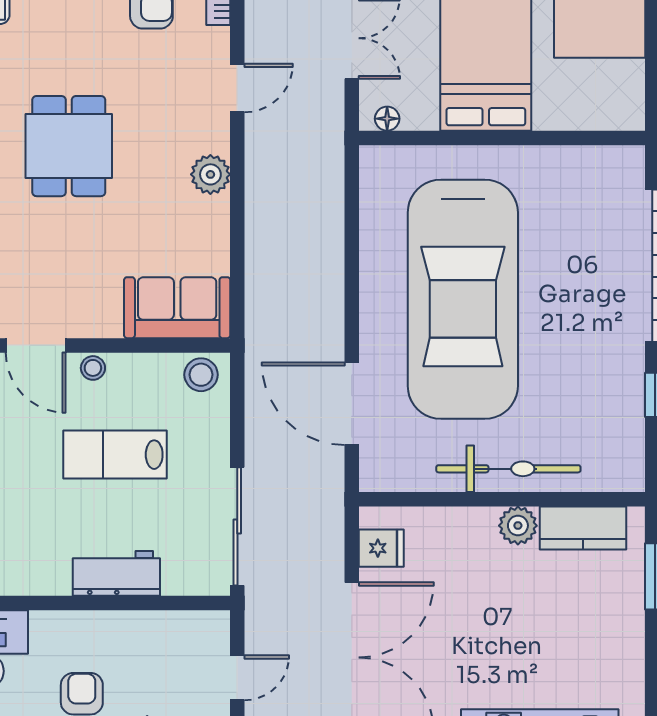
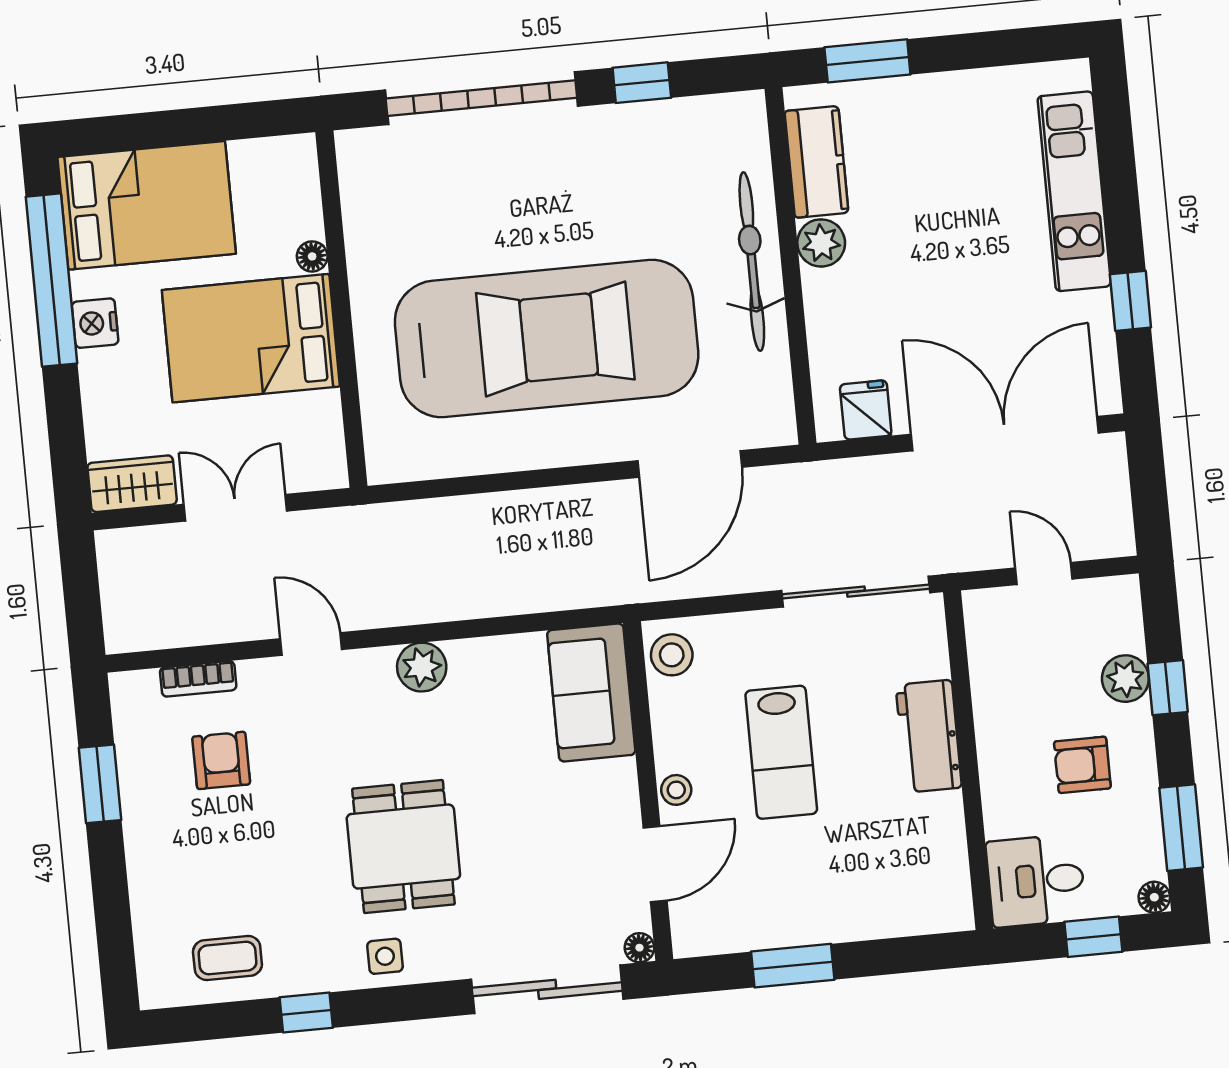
floor lamp: (387, 119) -> (312, 256), moved
dining table: (69, 146) -> (403, 847), turned 90

